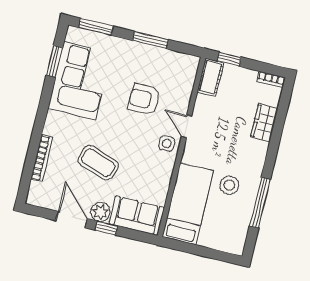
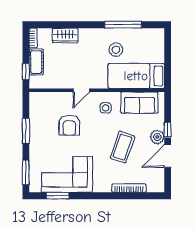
cot: (211, 77) -> (36, 62), moved, turned 90
side table: (167, 144) -> (106, 108), moved
sofa: (137, 216) -> (139, 103), moved, turned -90

